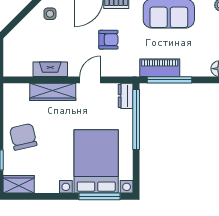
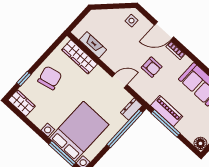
fireplace: (50, 69) -> (93, 45), moved
wardrobe: (53, 92) -> (80, 57), moved

